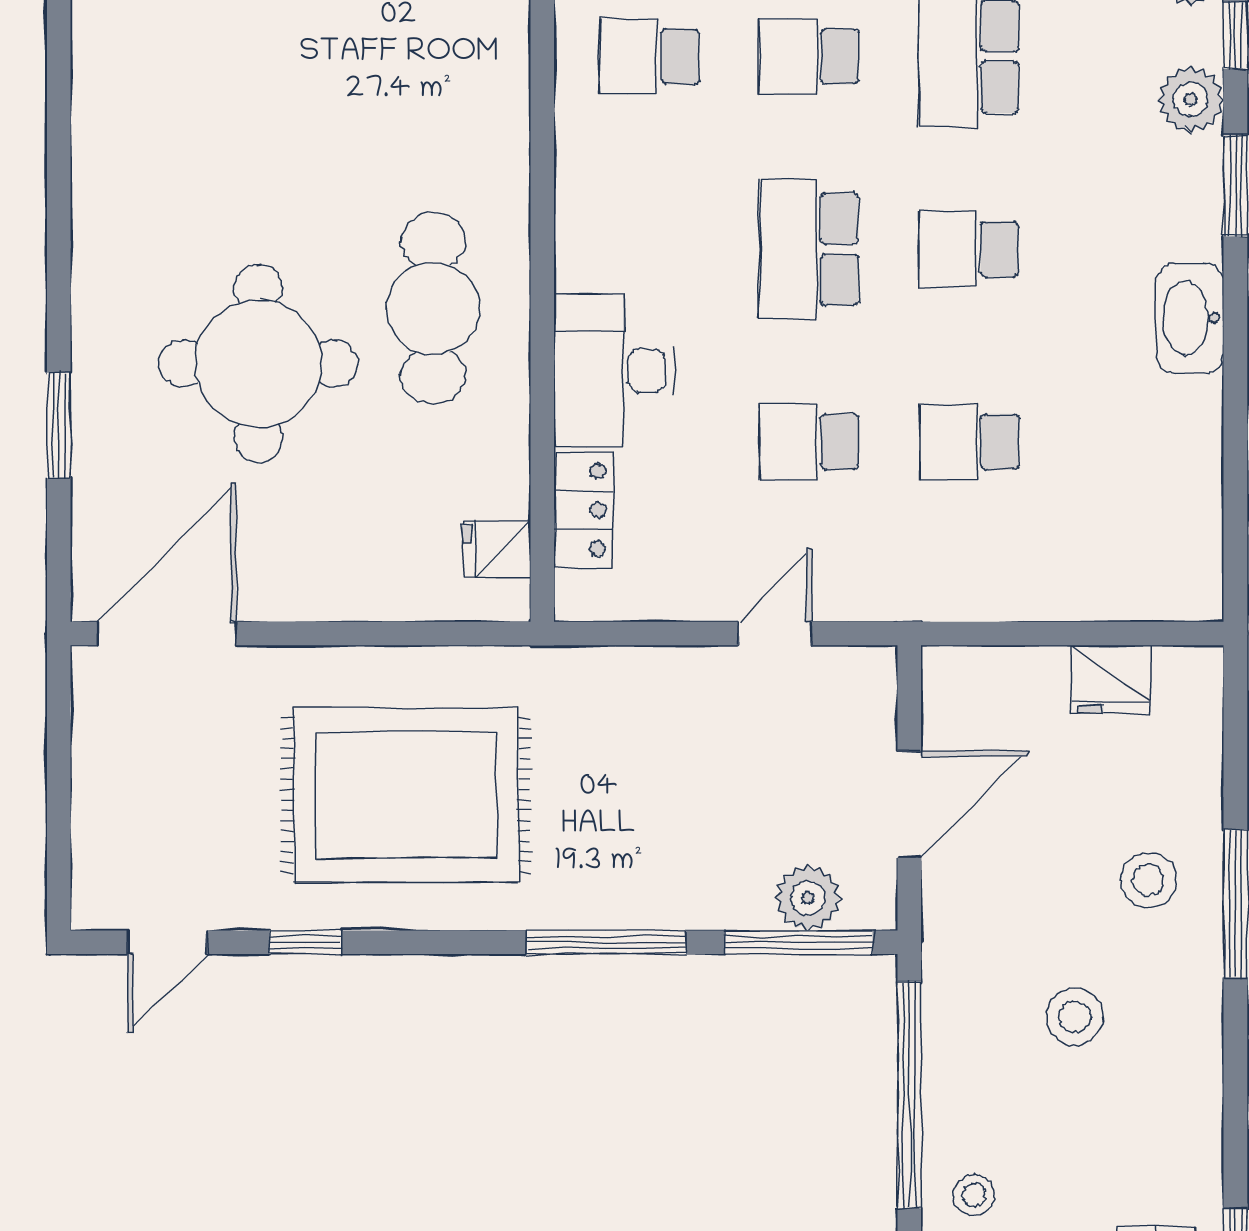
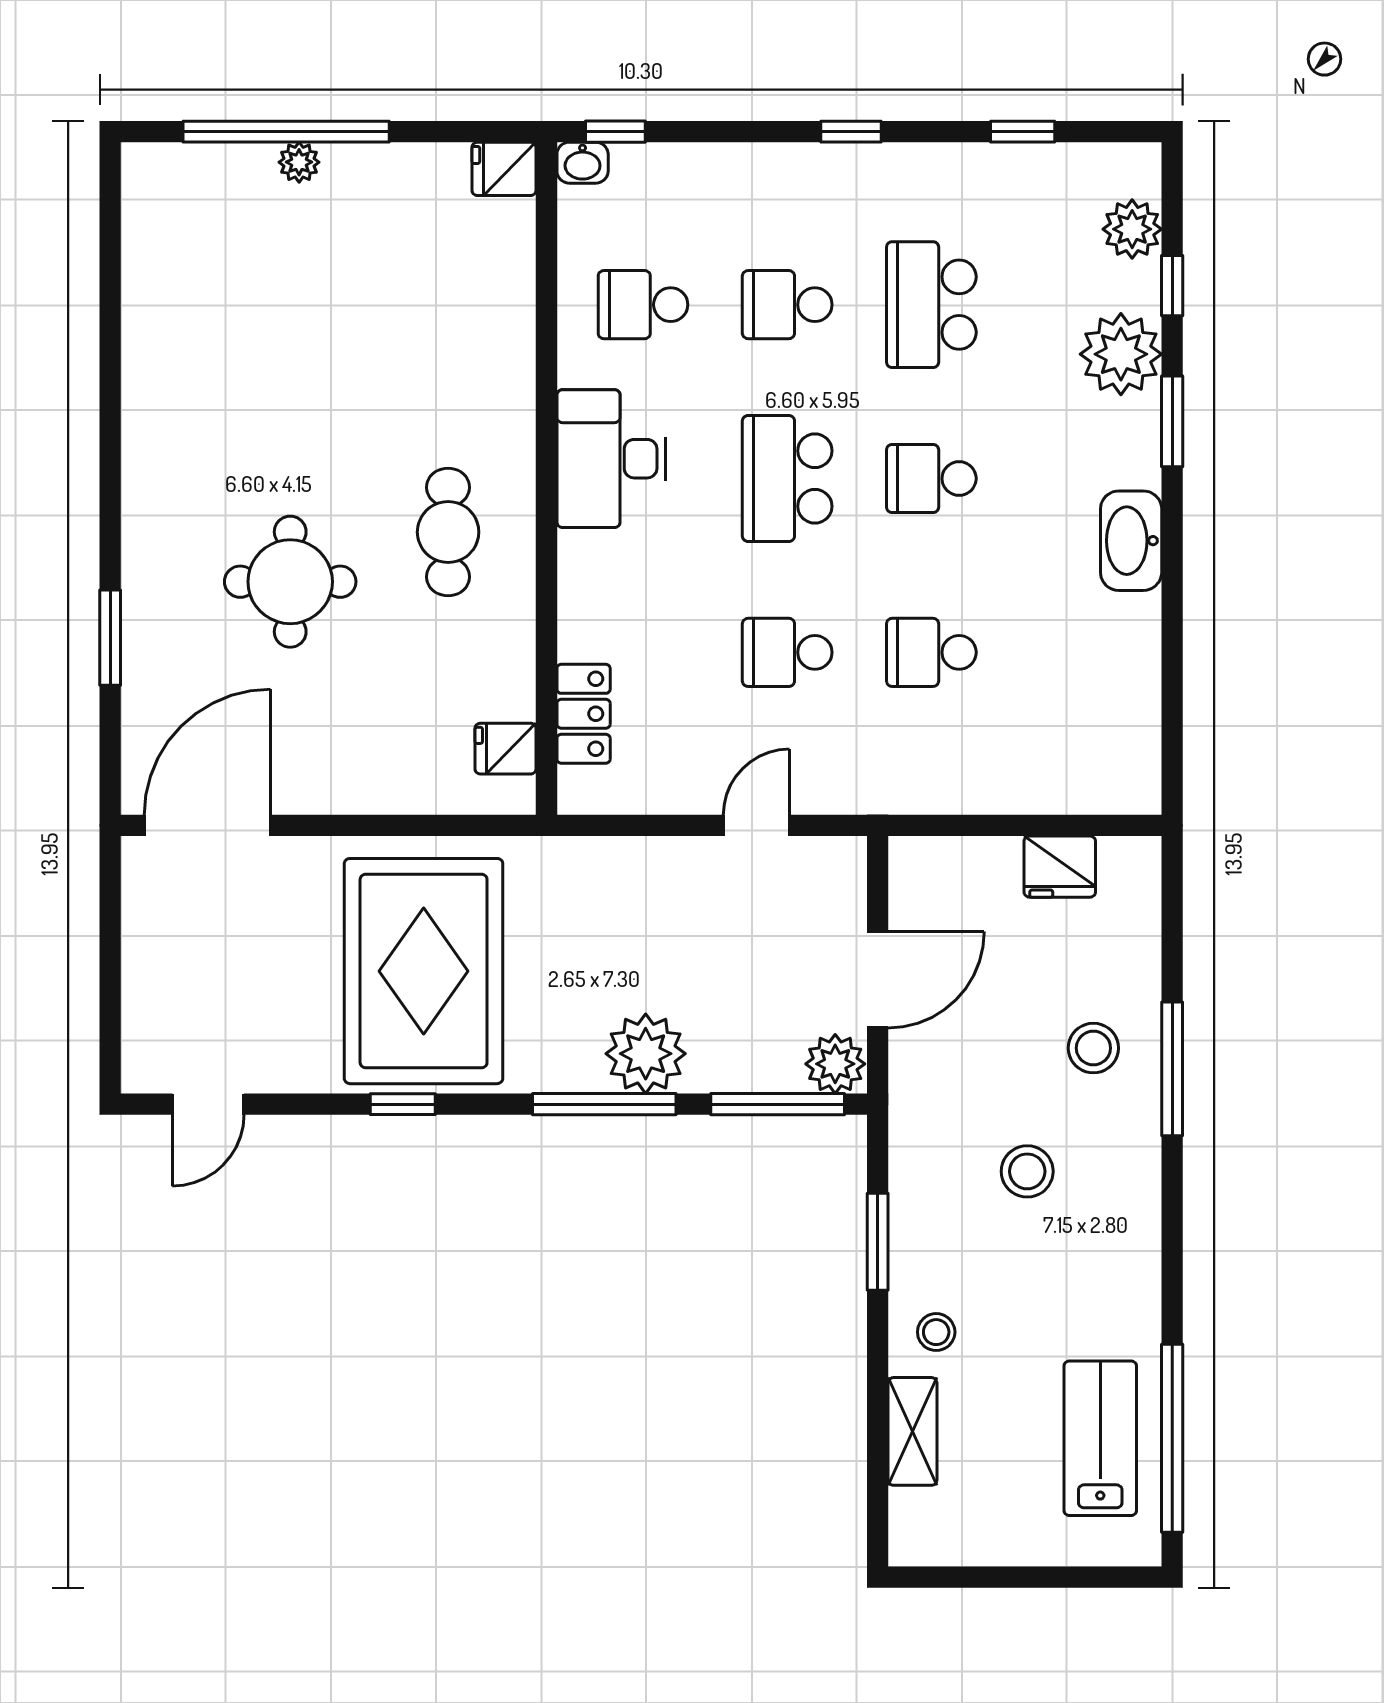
plant: (1191, 99) -> (1121, 354), width x1.36, depth x1.36
cafe table: (433, 308) -> (448, 532), width x0.73, depth x0.74
round table: (258, 364) -> (290, 582), width x0.73, depth x0.73
desk: (614, 371) -> (611, 459), moved
rug: (406, 795) -> (424, 971), turned 90
plant: (652, 887) -> (646, 1054), added
plant: (808, 898) -> (835, 1064), moved
window: (305, 942) -> (403, 1104), moved
window: (909, 1095) -> (878, 1242), width x0.47

